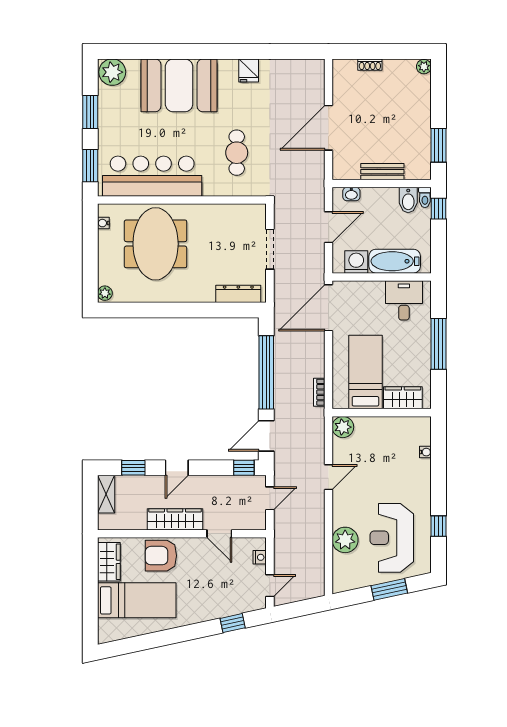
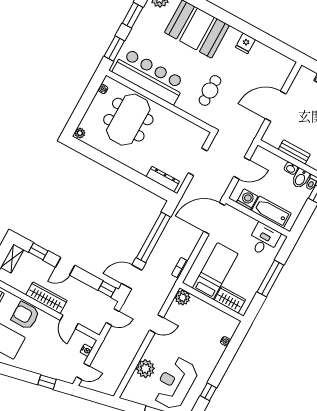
washbasin: (351, 194) -> (291, 168), moved

